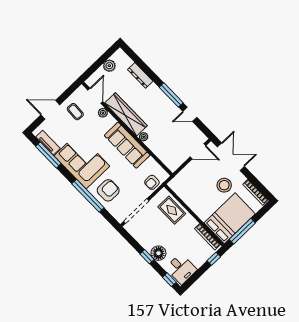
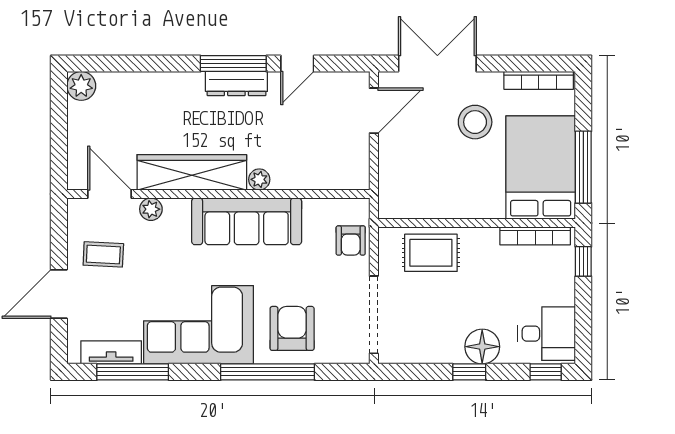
plant: (109, 66) -> (81, 86), moved
dresser: (140, 75) -> (236, 84), moved

